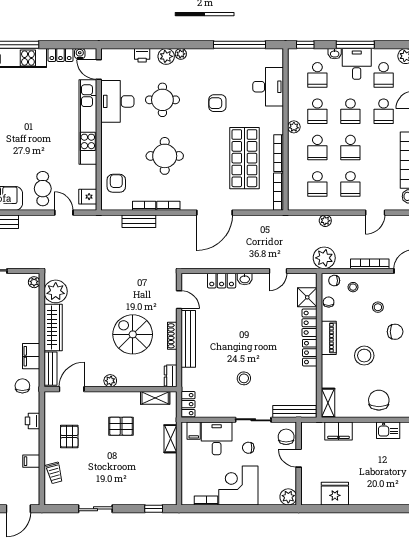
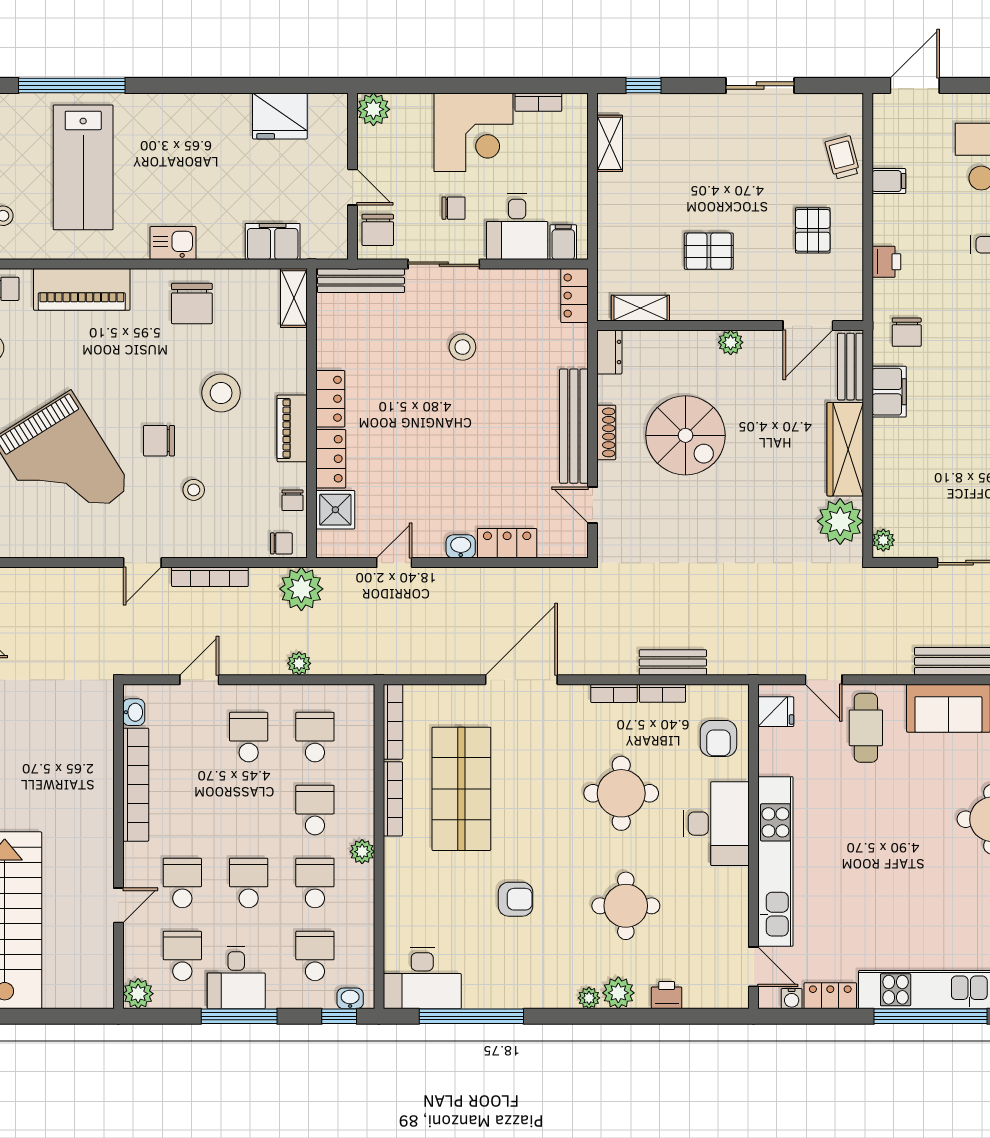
washbasin: (335, 54) -> (350, 998), moved
desk: (268, 87) -> (422, 978), moved, turned -90
desk: (117, 101) -> (716, 824), moved
school desk: (350, 148) -> (249, 810), removed
stool: (353, 287) -> (244, 530), removed
shelving: (170, 439) -> (610, 143), moved

